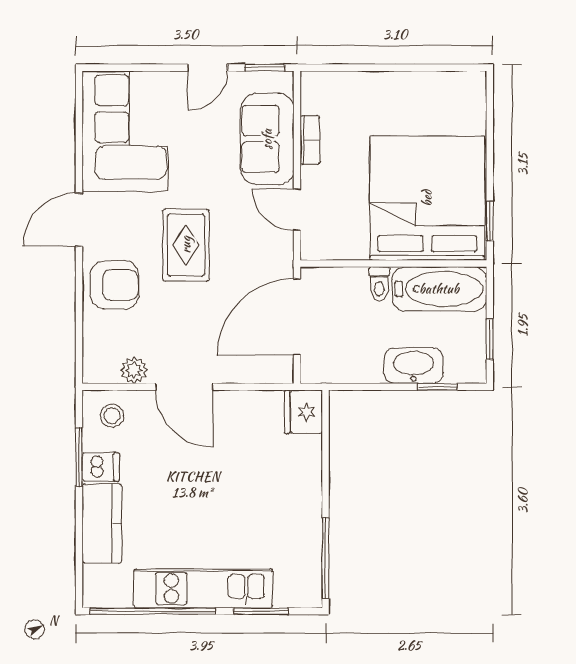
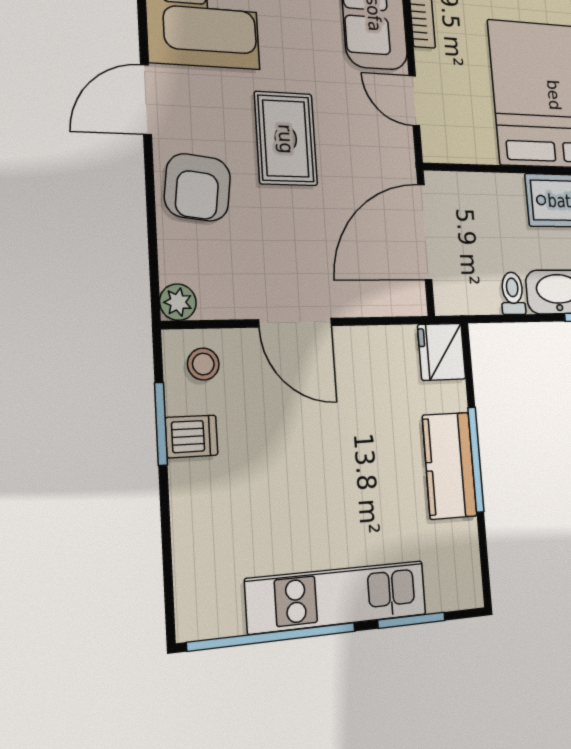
toilet: (379, 284) -> (513, 293), moved, turned 180
armchair: (114, 285) -> (197, 187), turned 97
plant: (134, 370) -> (178, 302), moved
kitchen counter: (102, 523) -> (450, 465), moved, turned 180
window: (325, 558) -> (476, 459), moved

